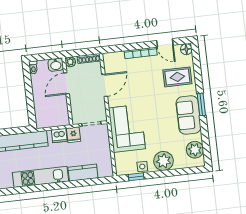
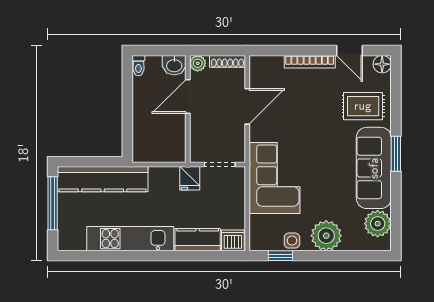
sofa: (189, 115) -> (374, 168), width x1.36
dishwasher: (59, 136) -> (233, 240), moved, turned 180

